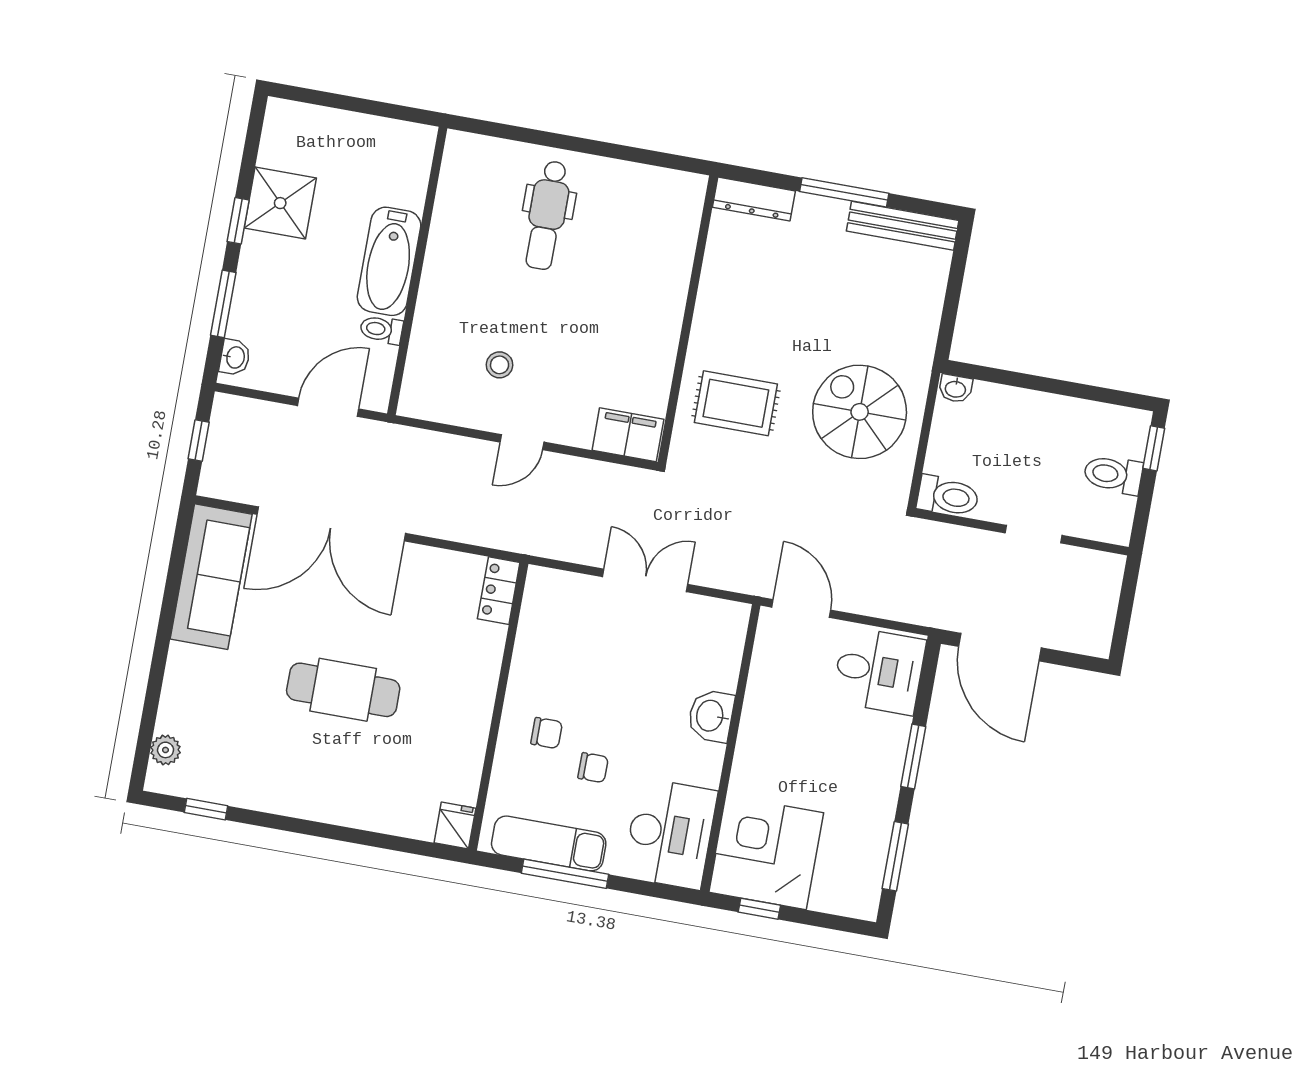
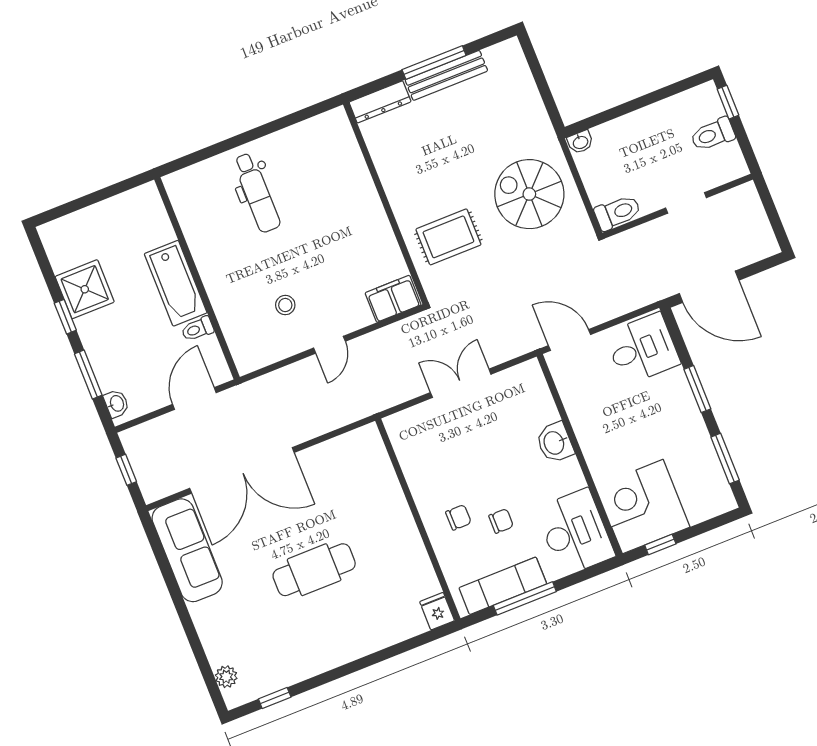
bench: (903, 226) -> (446, 75), moved
locker: (499, 591) -> (373, 447), removed

